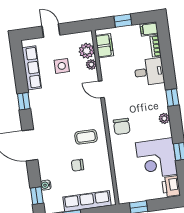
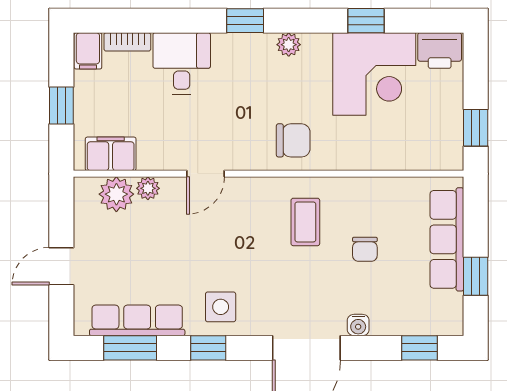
window: (19, 66) -> (130, 348), added
side table: (62, 66) -> (221, 307), moved
water cooler: (46, 185) -> (358, 325), moved

